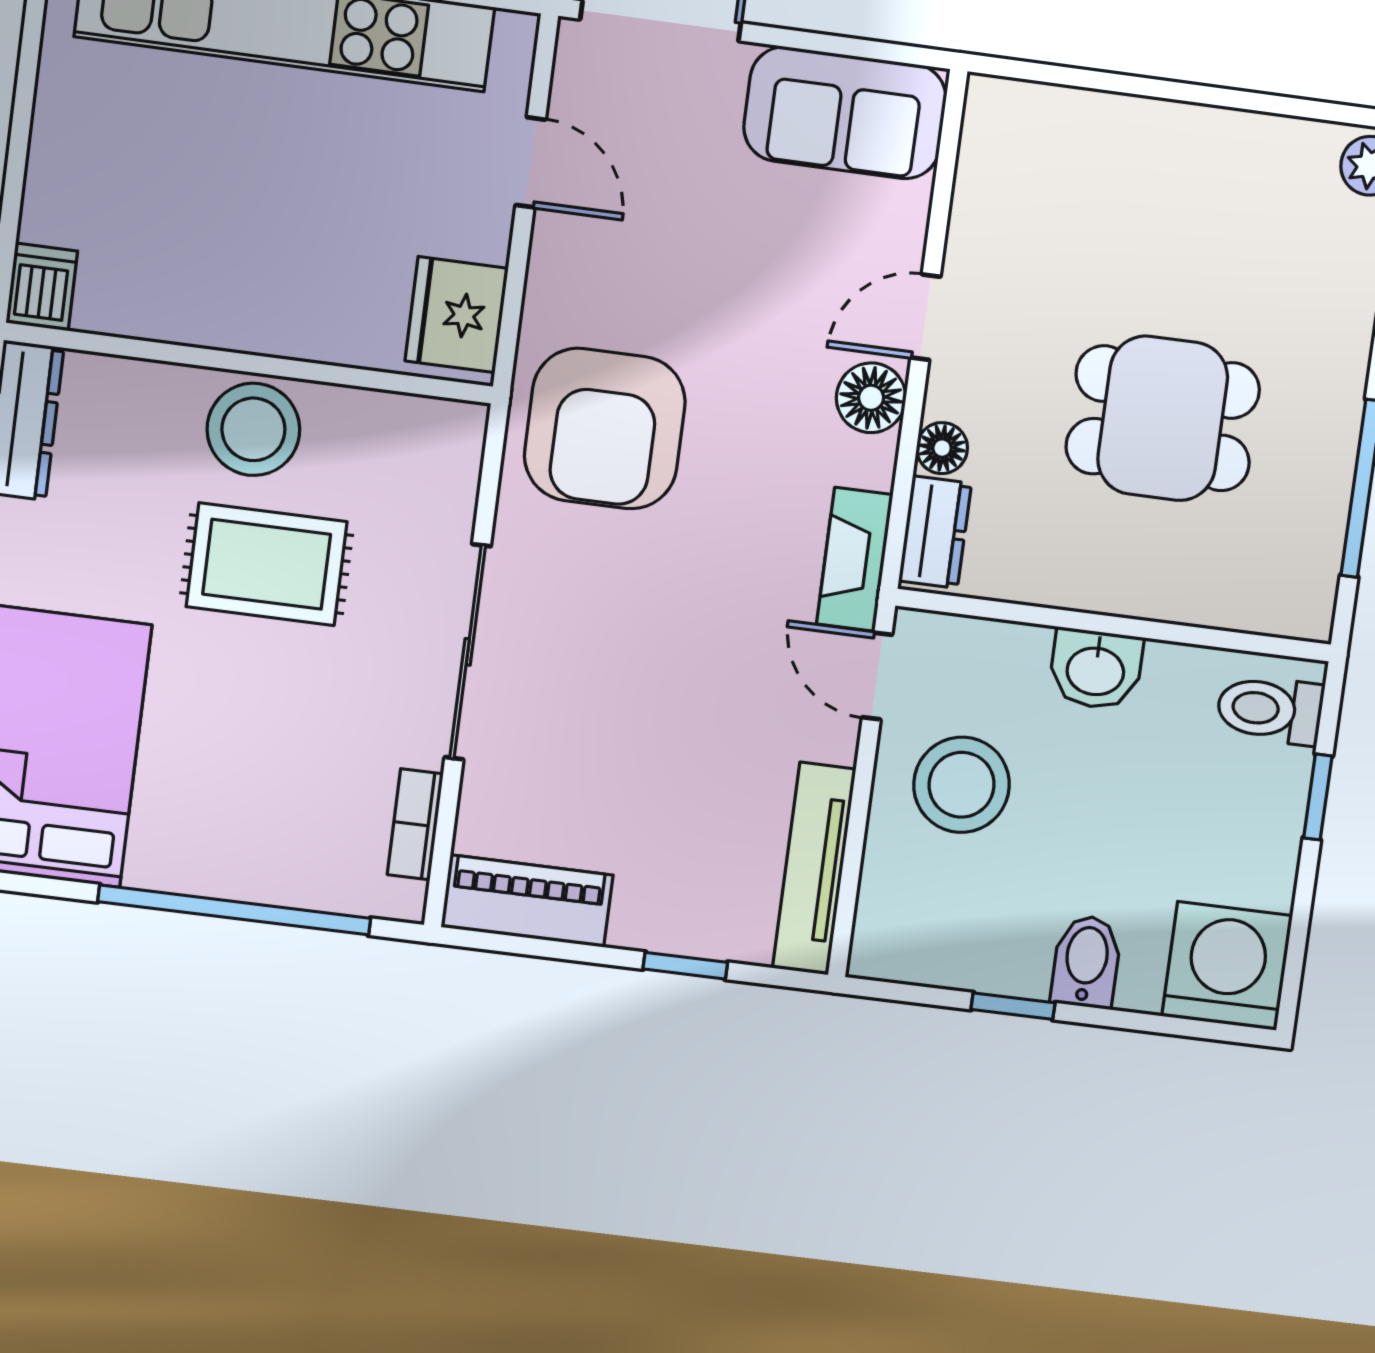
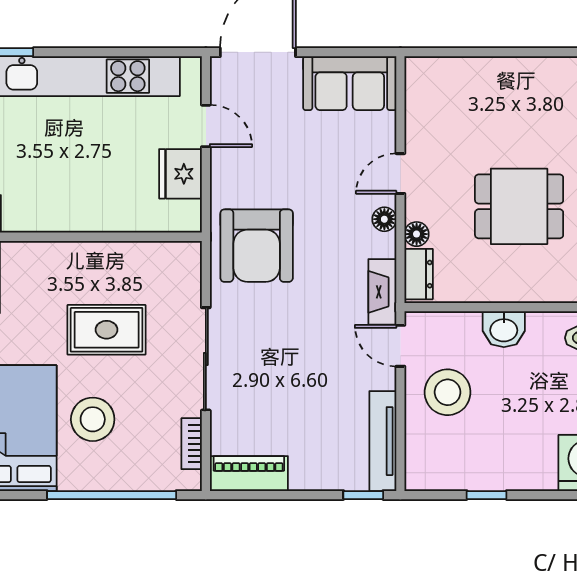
fridge: (457, 315) -> (180, 174), moved
floor lamp: (871, 398) -> (384, 219), width x0.73, depth x0.73
stool: (253, 429) -> (93, 419), moved
bidet: (1086, 962) -> (519, 469), removed
window: (685, 966) -> (363, 495), moved

